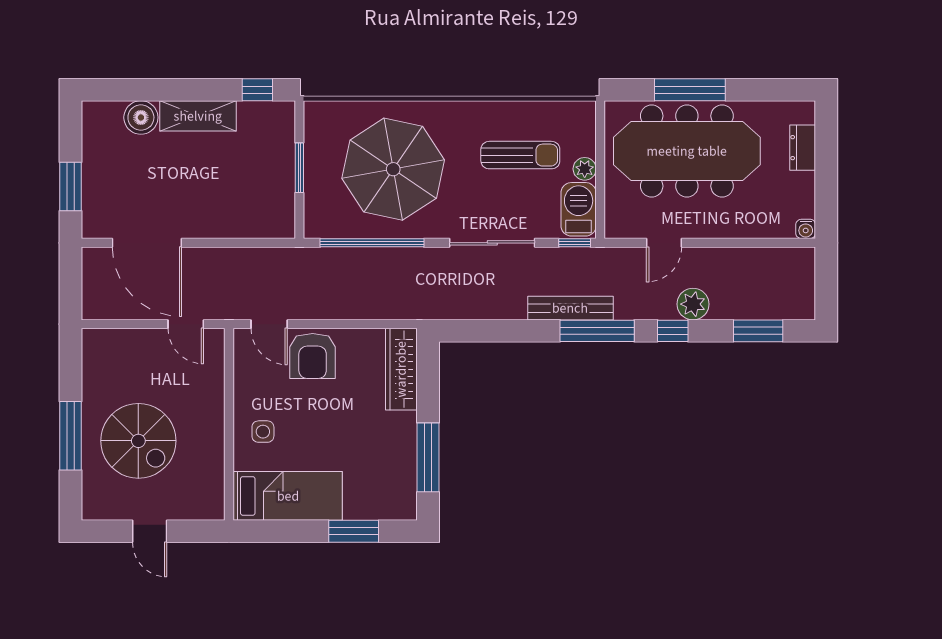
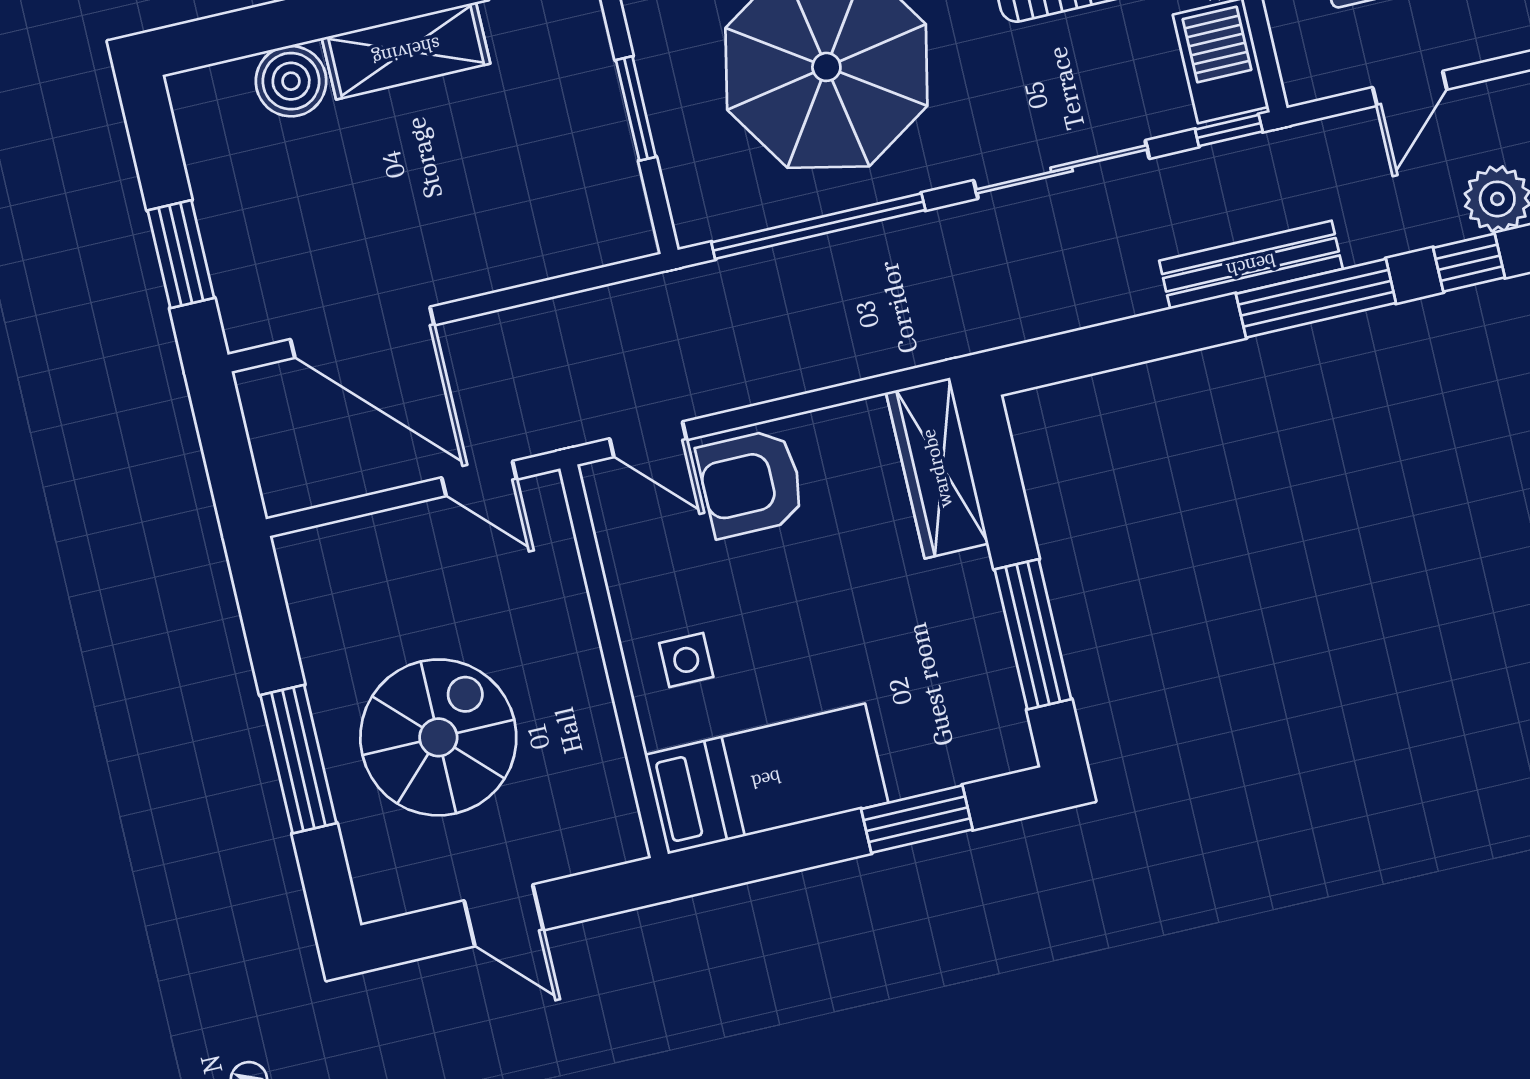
armchair: (313, 356) -> (751, 483), turned 90
spiral stairs: (138, 441) -> (438, 737), turned -90

